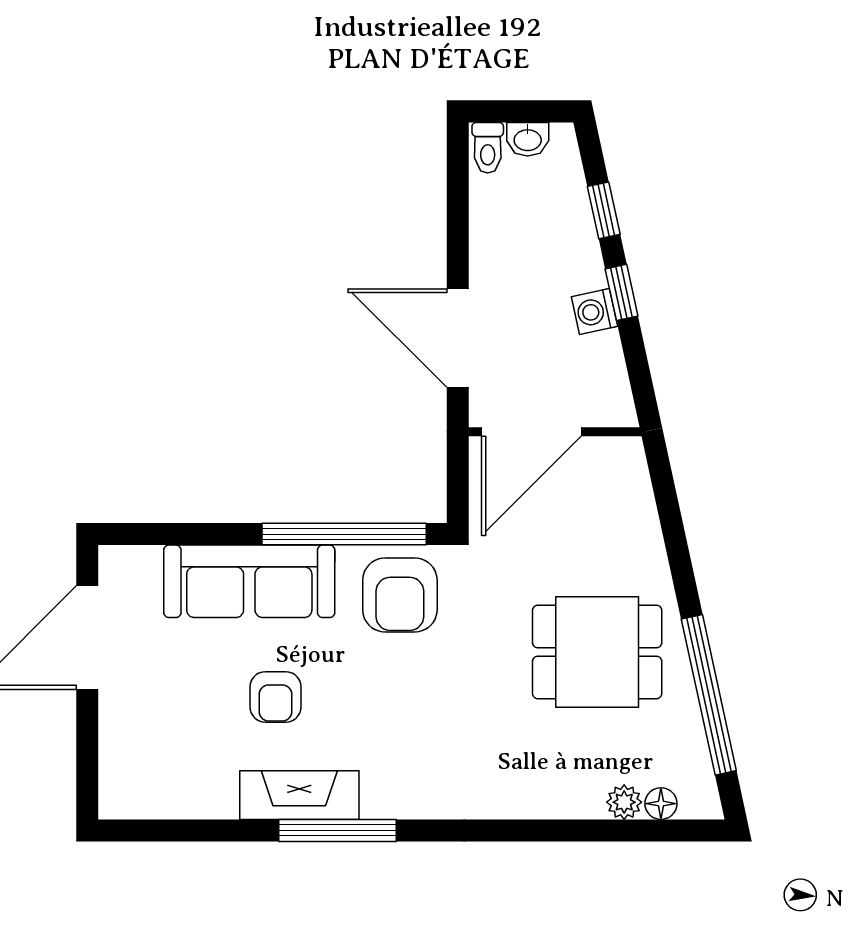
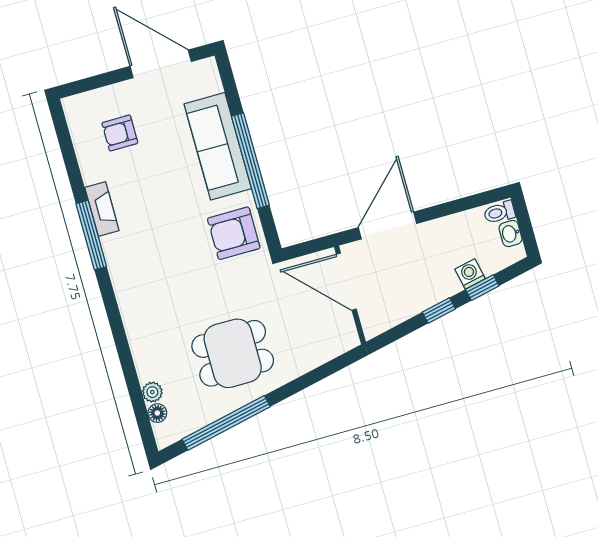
washing machine: (595, 312) -> (470, 274), moved
window: (344, 534) -> (250, 161), moved
dining table: (597, 652) -> (233, 353), turned 90
armchair: (275, 697) -> (120, 133), moved
fireplace: (299, 795) -> (102, 209), width x0.73, depth x0.76

